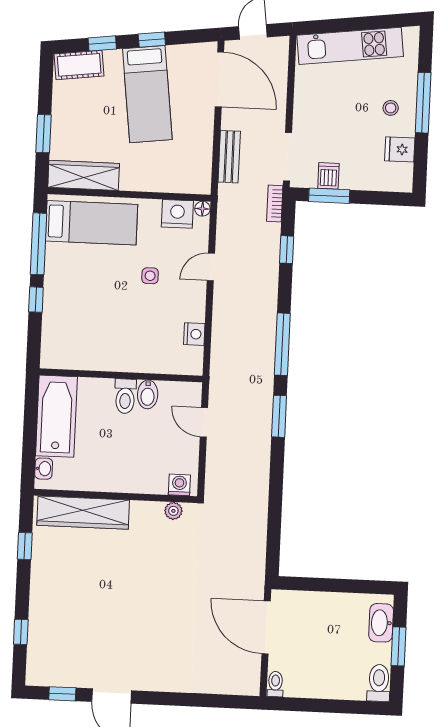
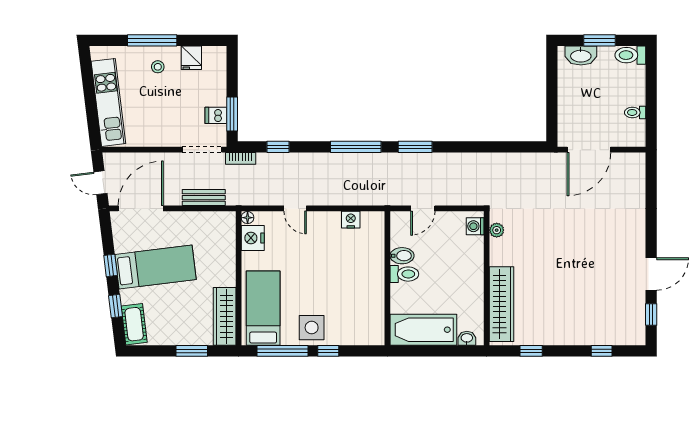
side table: (150, 276) -> (312, 328), moved, width x1.87, depth x1.87
toilet: (275, 684) -> (635, 112), moved

